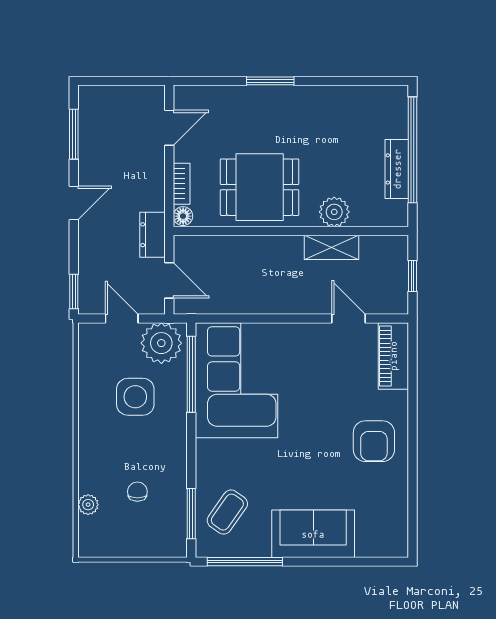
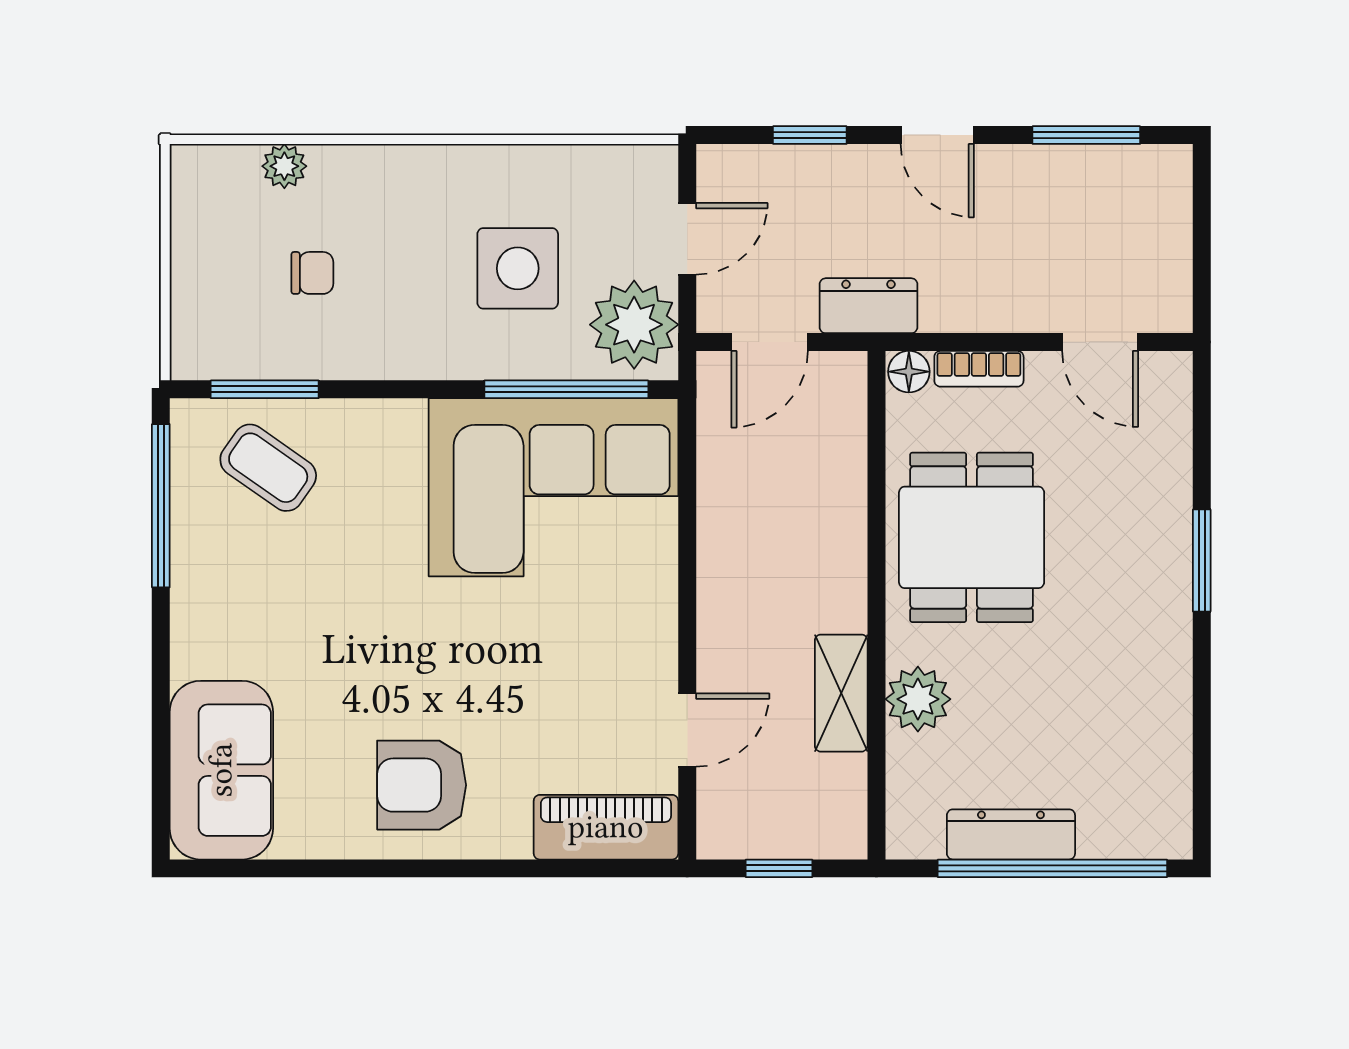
window: (74, 292) -> (810, 135), moved
sofa: (313, 534) -> (221, 770), moved

